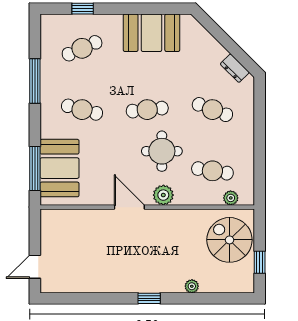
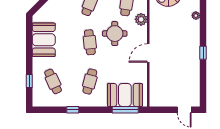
window: (35, 81) -> (73, 110), width x0.46
plant: (163, 195) -> (141, 19), moved
window: (149, 298) -> (203, 53), moved

